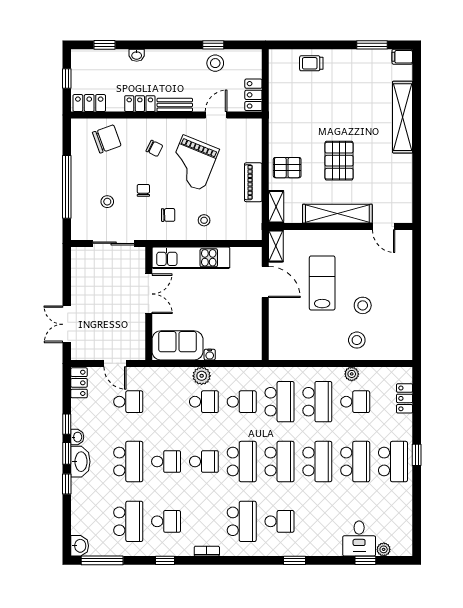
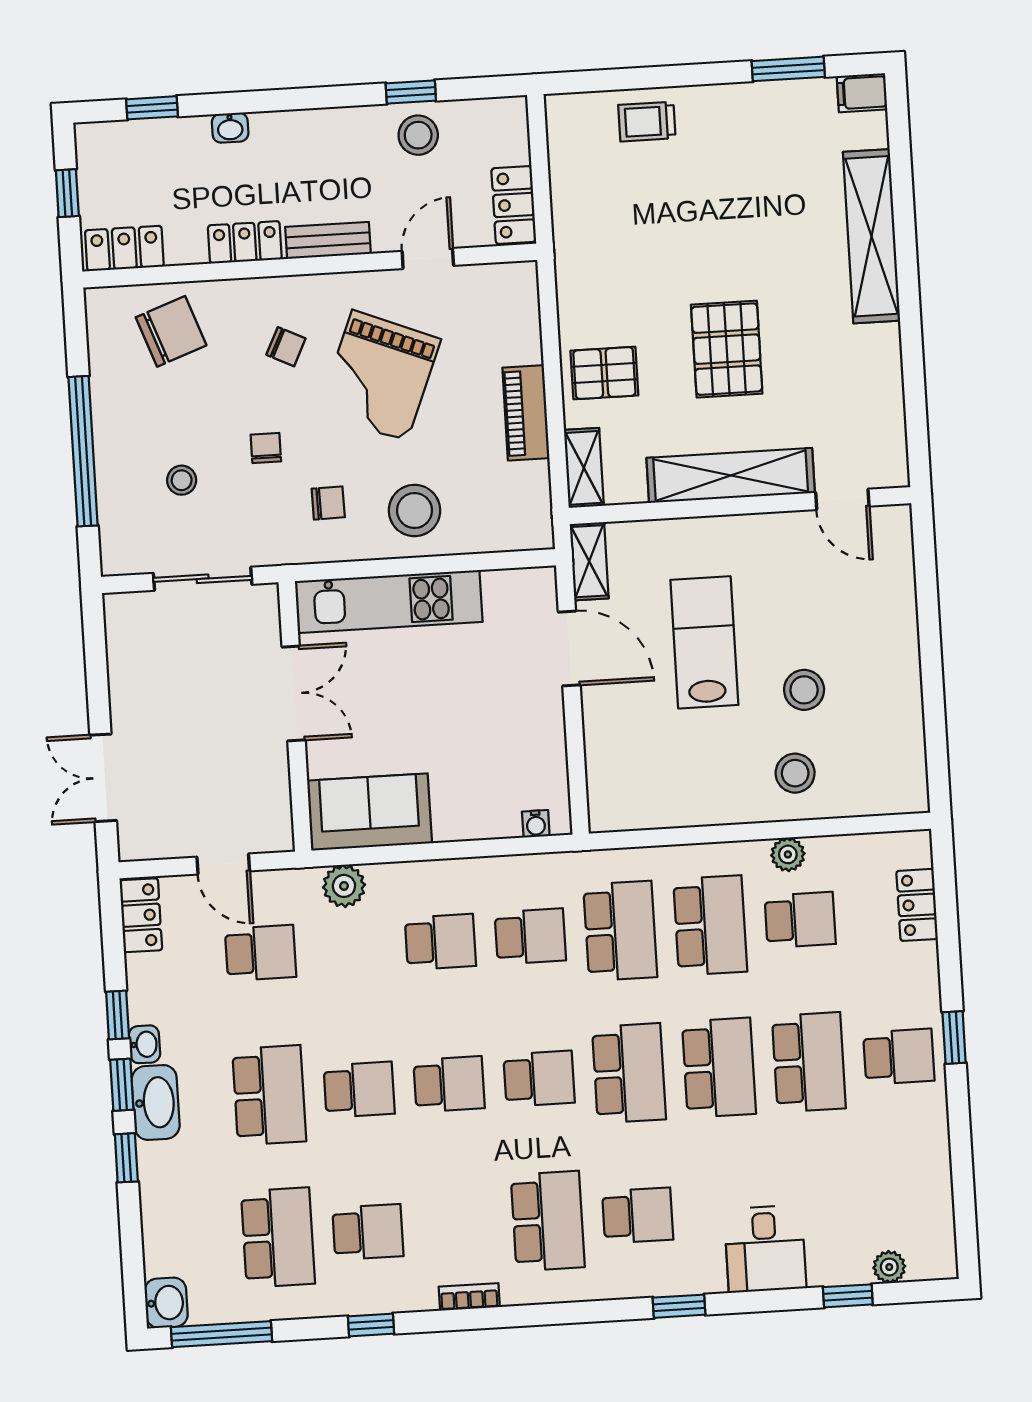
stool: (204, 220) -> (415, 511), width x1.89, depth x1.89
water cooler: (210, 355) -> (536, 824), moved
plant: (202, 376) -> (344, 886), moved
school desk: (242, 462) -> (539, 1079), width x0.54
school desk: (393, 462) -> (899, 1057), width x0.54
desk: (359, 539) -> (765, 1249), moved

